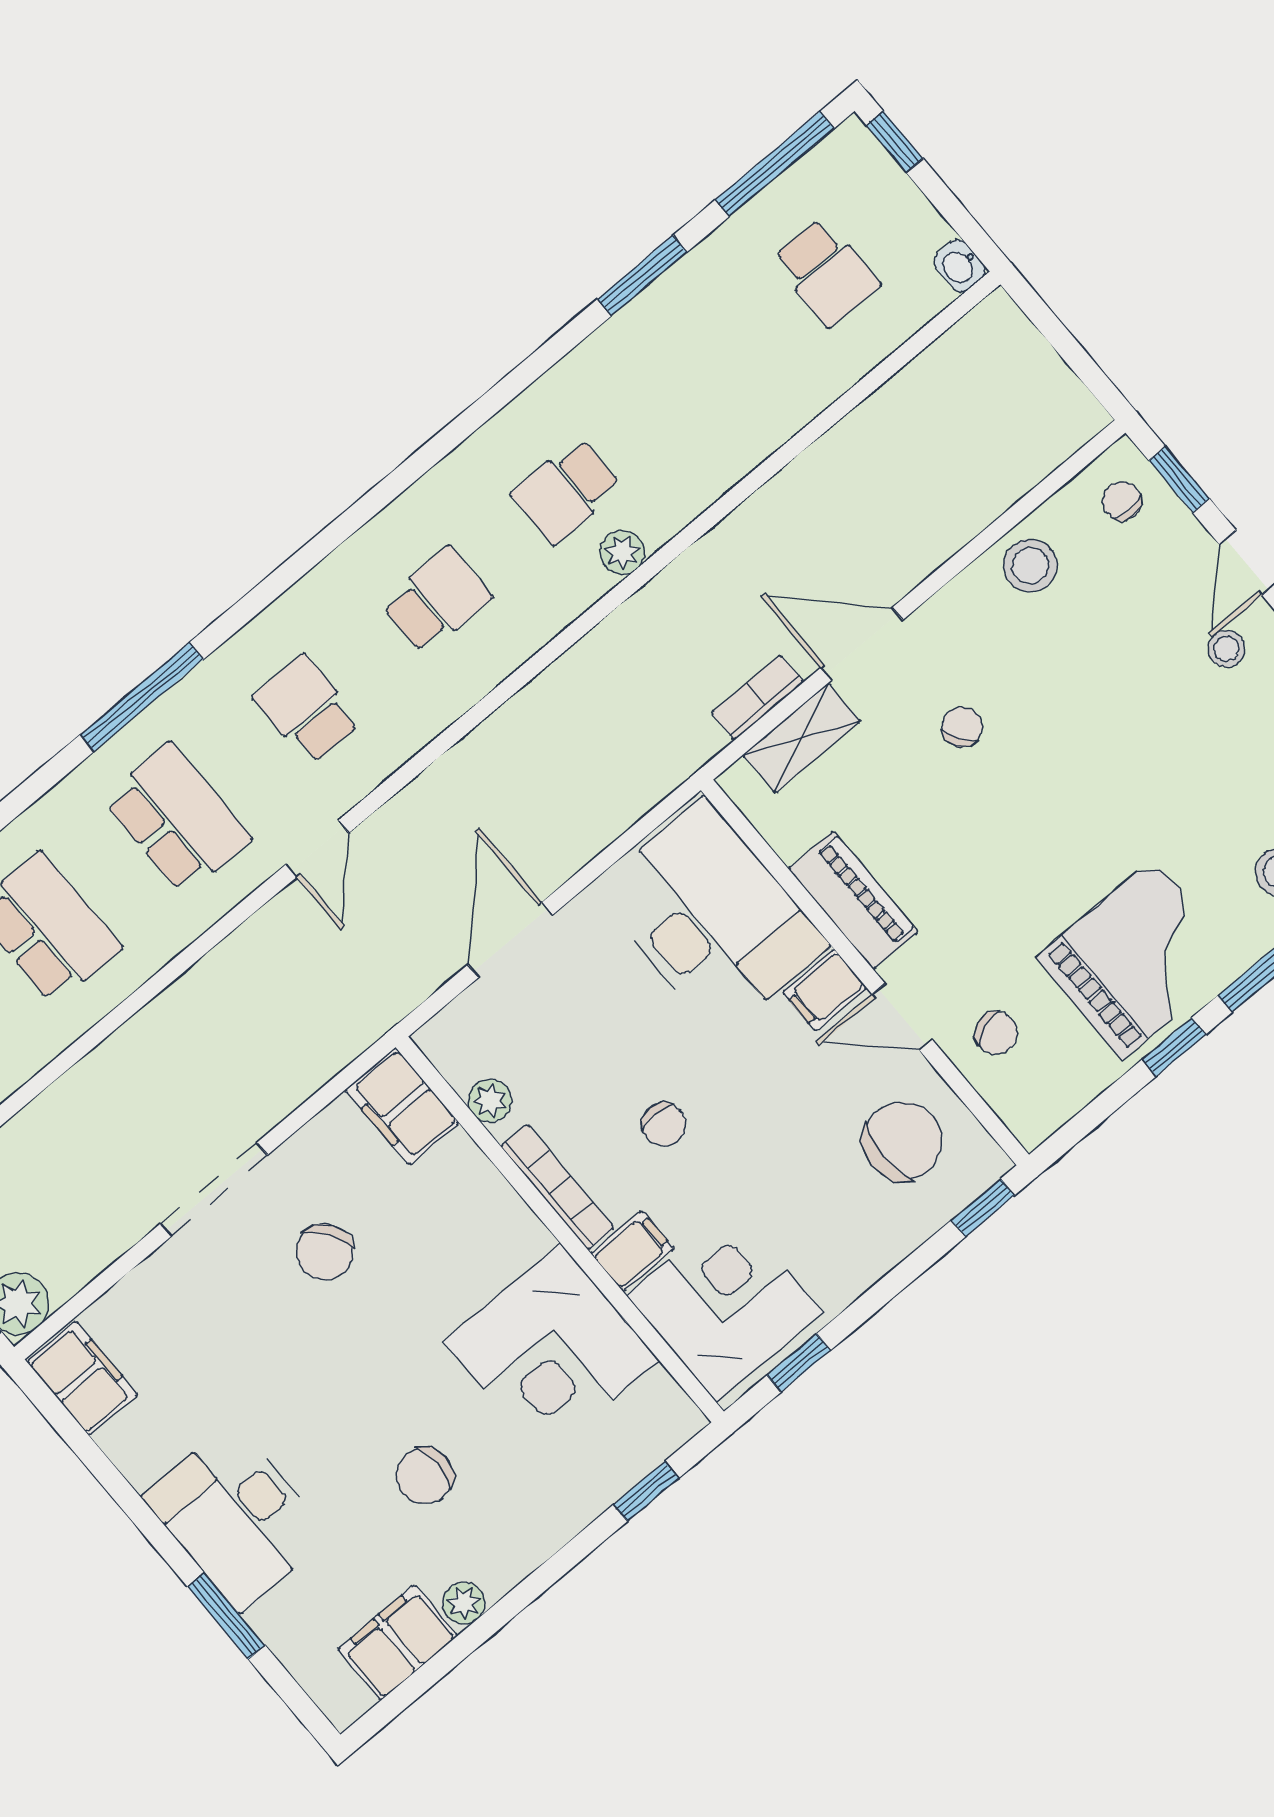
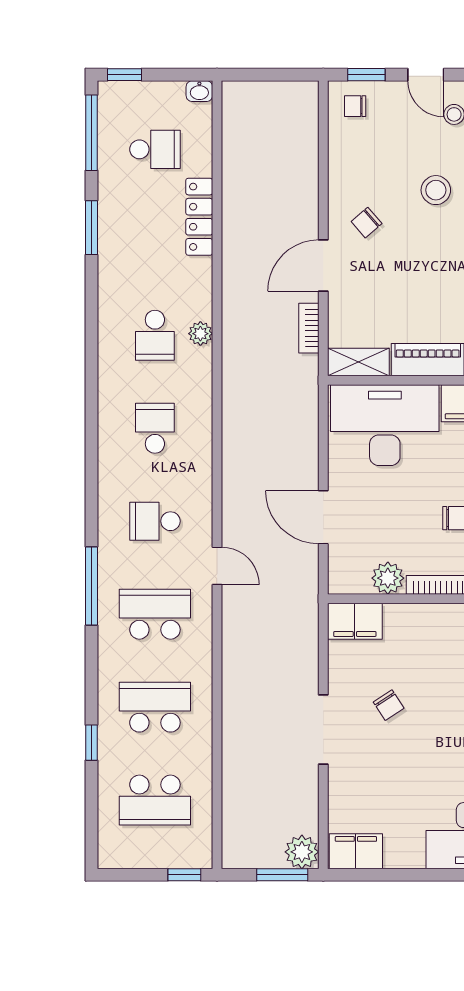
locker: (784, 413) -> (199, 217), added
stool: (1030, 566) -> (436, 190), moved
chair: (962, 727) -> (367, 223), moved, turned -96
shelving: (802, 738) -> (358, 362), moved, turned 90
plant: (490, 1101) -> (388, 578), width x1.38, depth x1.38
chair: (325, 1252) -> (389, 705), width x0.73, depth x0.73

